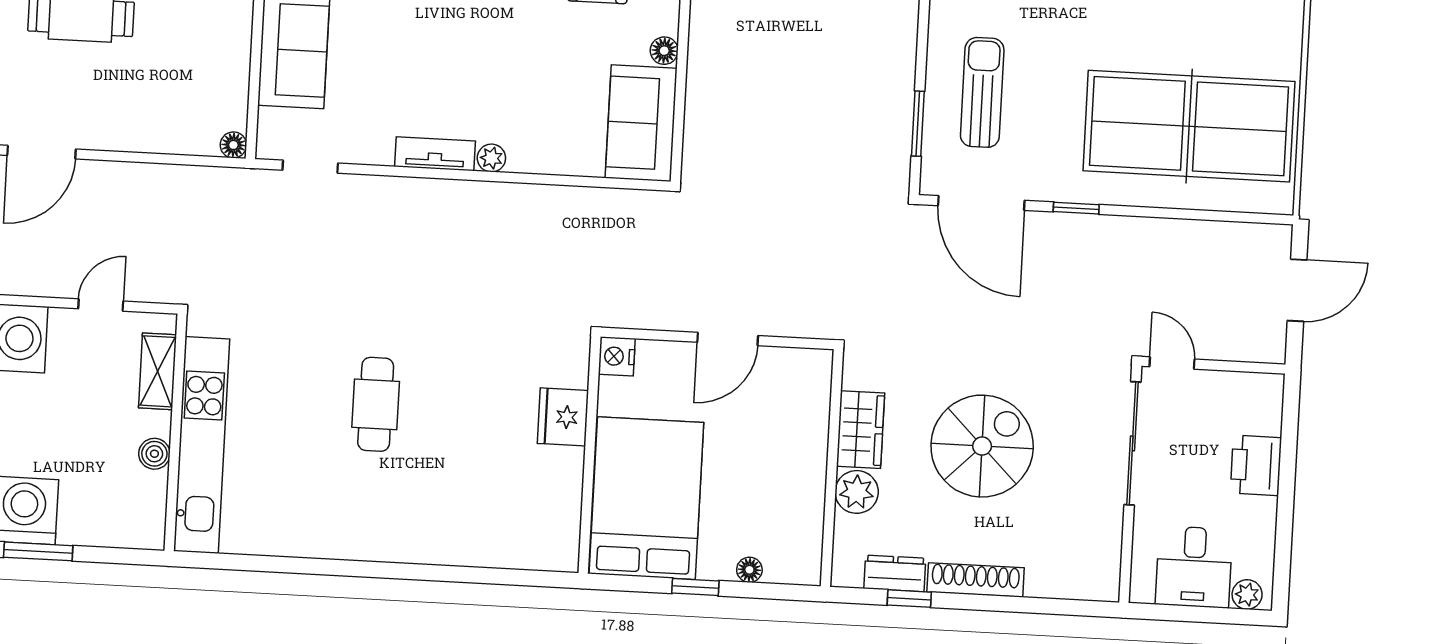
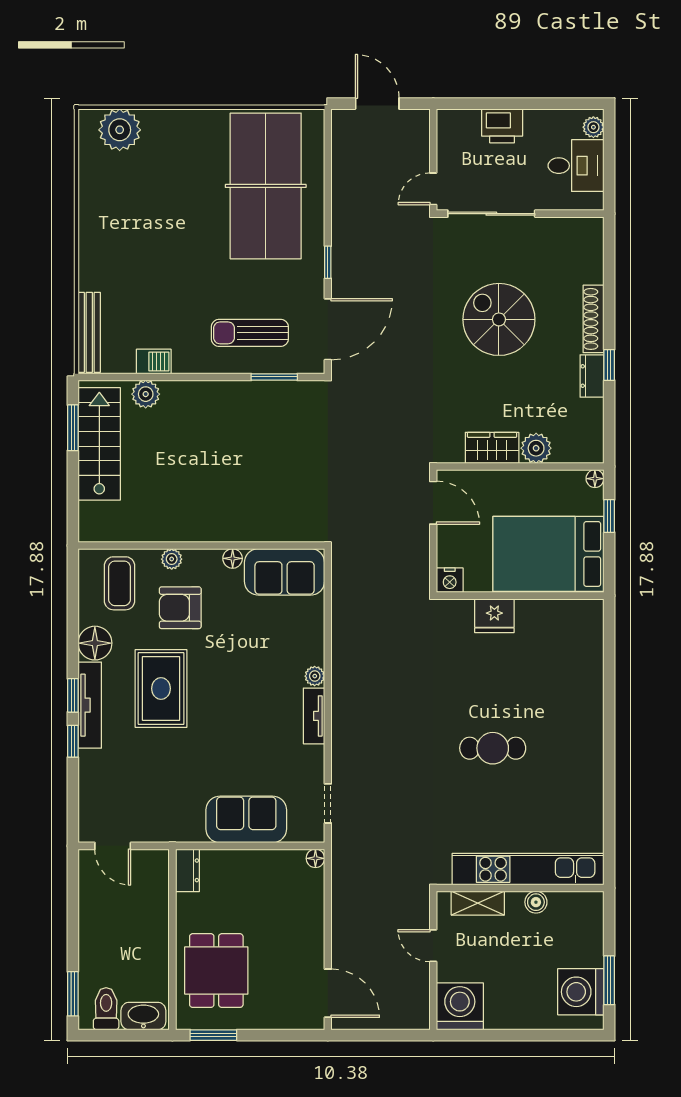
wardrobe: (861, 430) -> (492, 448), moved
wall: (832, 468) -> (520, 467), moved
plant: (857, 492) -> (536, 448), moved

